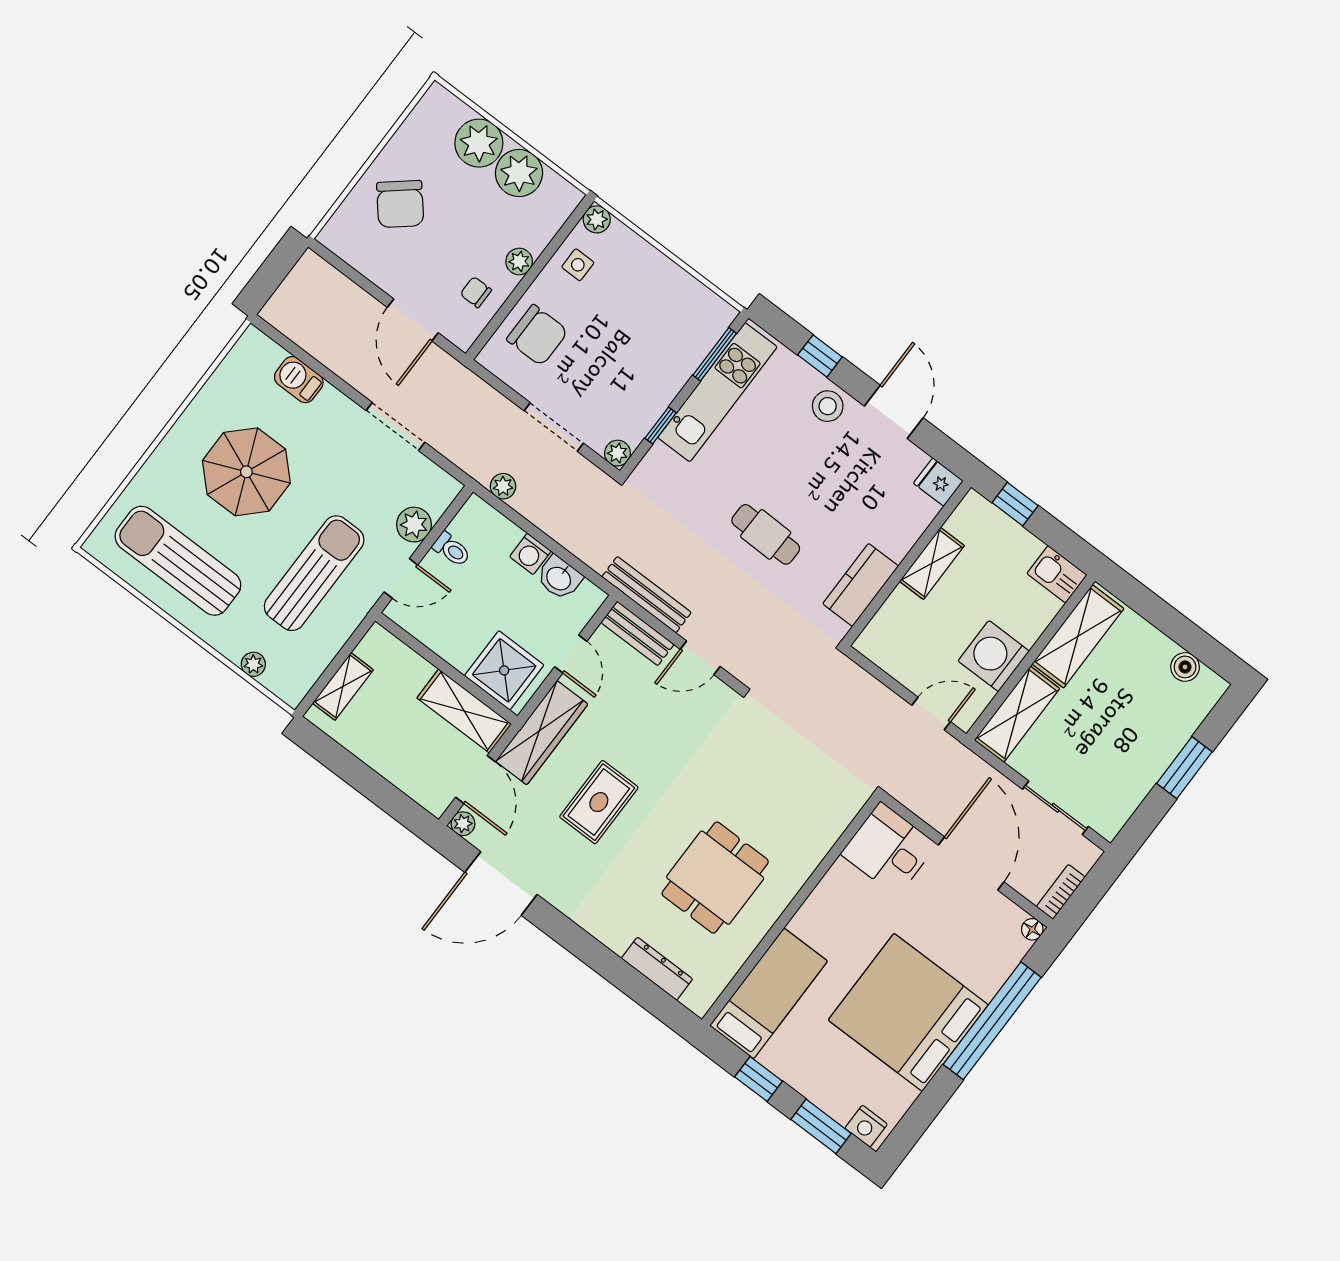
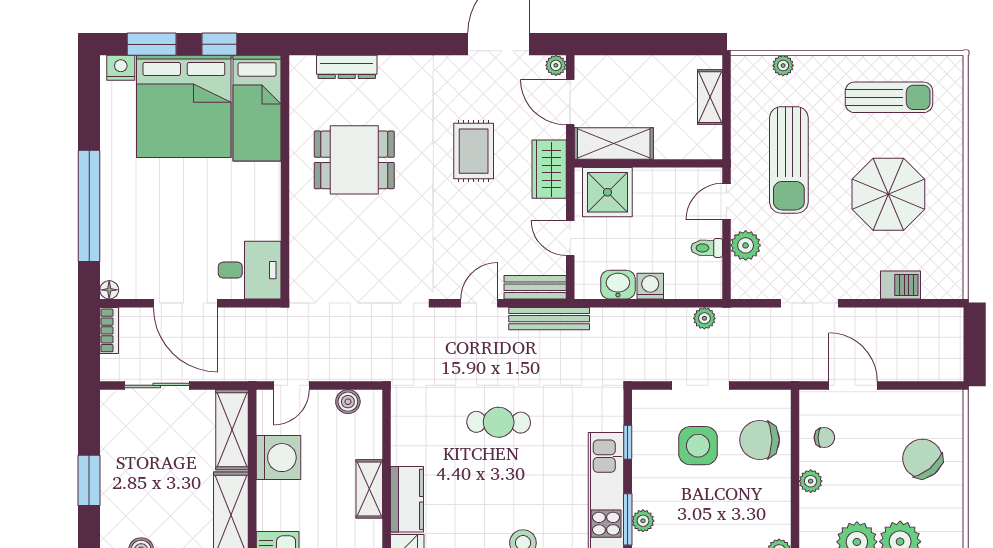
side table: (578, 265) -> (698, 446), moved, width x1.87, depth x1.87
plant: (617, 453) -> (643, 521), moved
sun lounger: (178, 561) -> (889, 97), width x0.73, depth x0.75
kitchen counter: (861, 585) -> (407, 499), moved
boiler: (890, 659) -> (348, 402), added
wardrobe: (542, 733) -> (549, 169), width x0.67
dining table: (715, 878) -> (354, 160), turned 90
bed: (908, 1012) -> (184, 106), moved, turned 90

